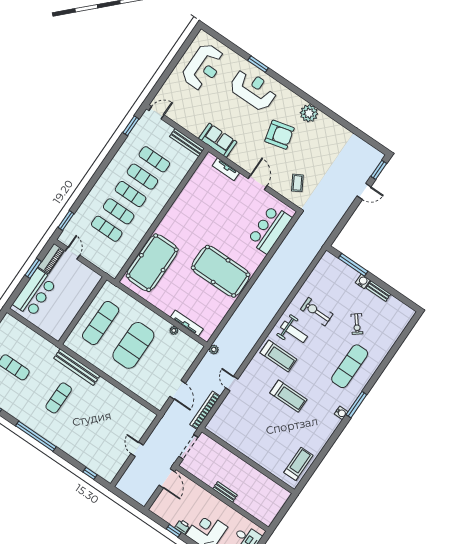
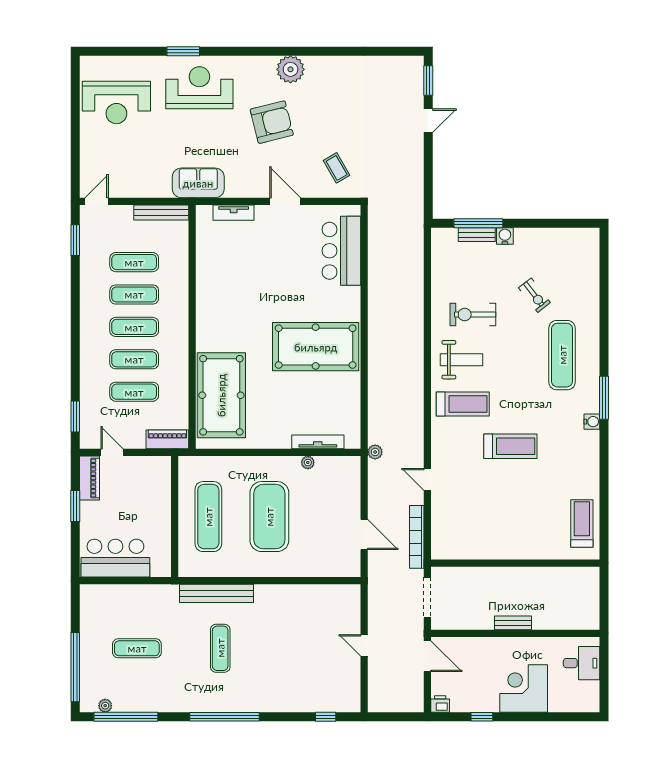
reception desk: (203, 67) -> (116, 102), turned 90
piano: (107, 267) -> (167, 439), added
bench: (378, 291) -> (477, 235), moved
bar counter: (35, 293) -> (115, 558), moved, turned -90
printer: (182, 527) -> (440, 704), moved

